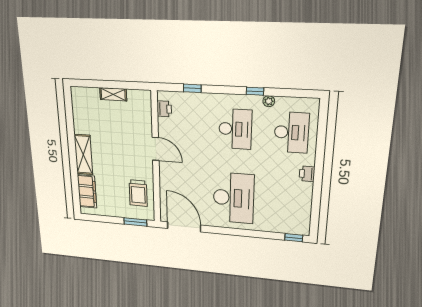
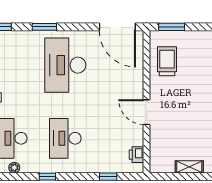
plant: (269, 101) -> (14, 168), moved
window: (253, 234) -> (44, 27), added

